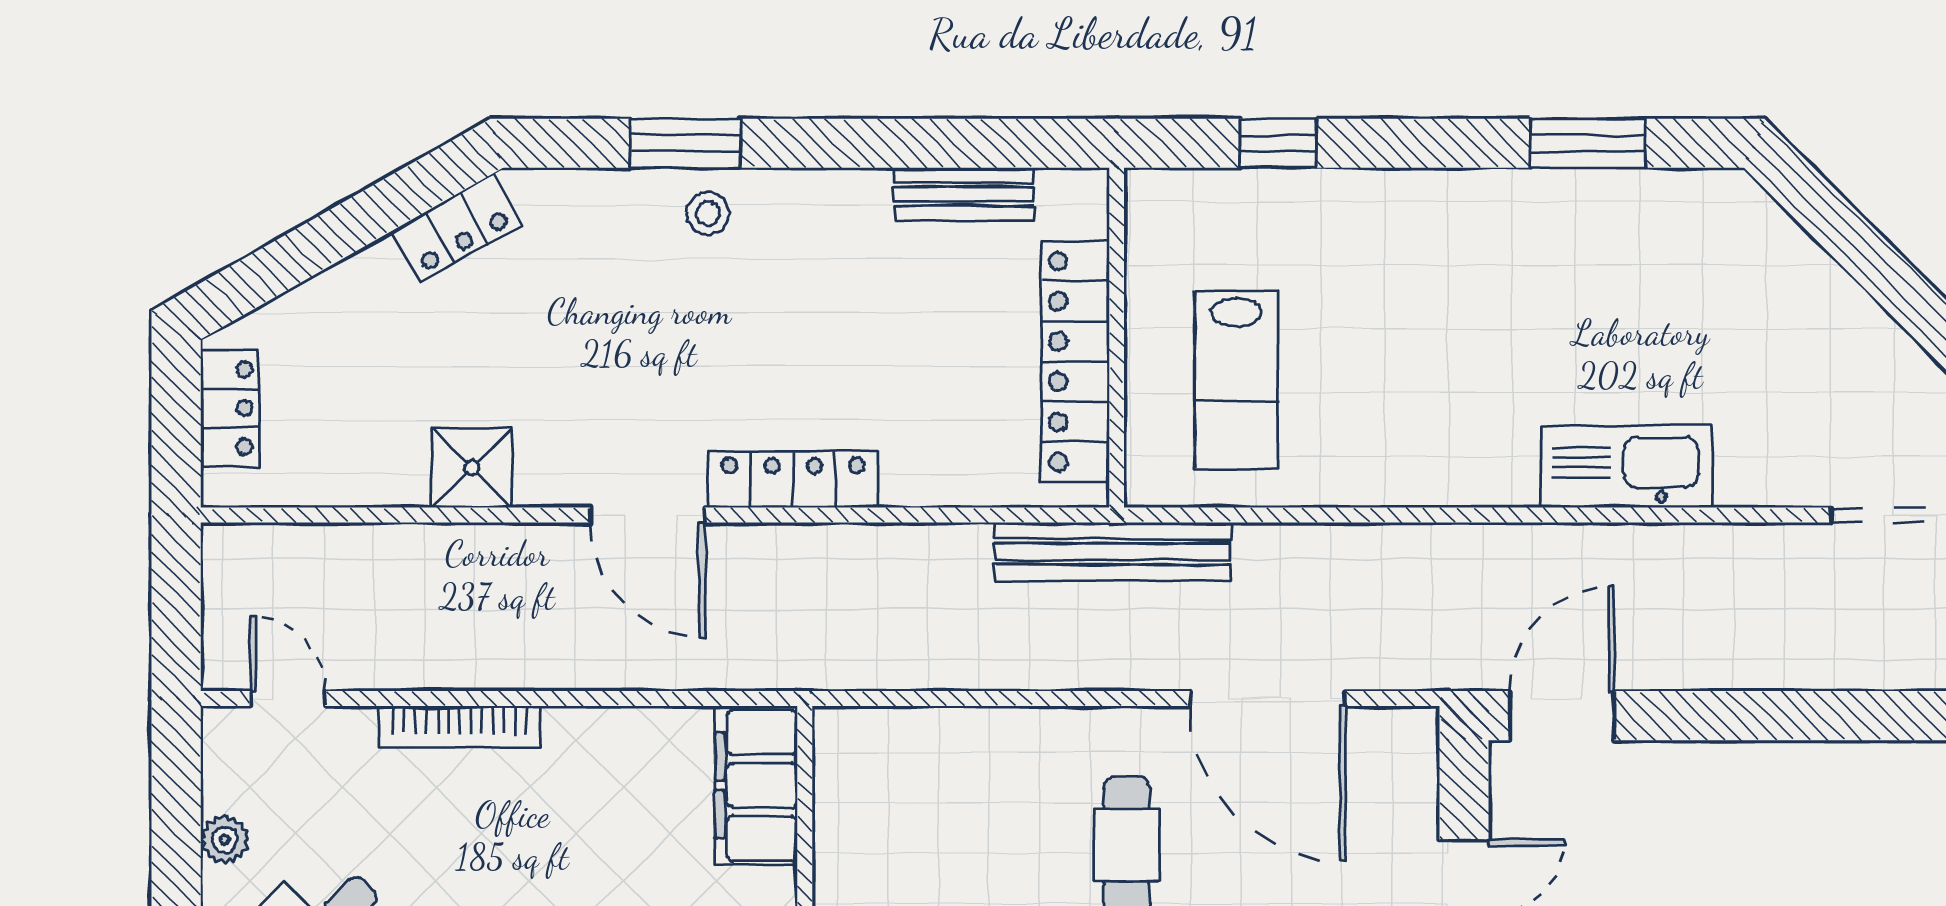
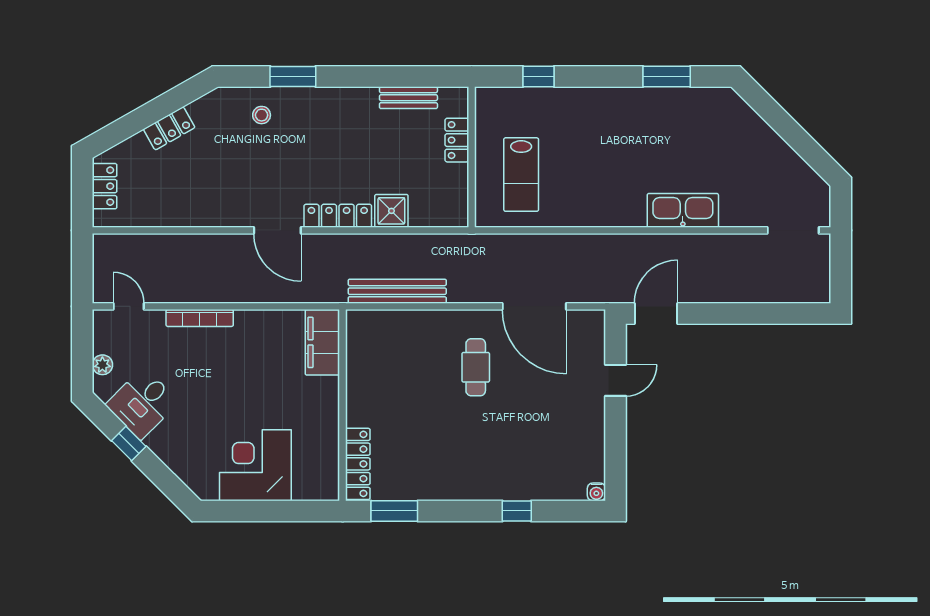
stool: (708, 213) -> (262, 115), moved
locker: (457, 228) -> (169, 128), moved
locker: (1075, 362) -> (457, 140), width x0.46, depth x0.83
shower: (472, 468) -> (391, 211), moved
bench: (1113, 552) -> (397, 291), moved

